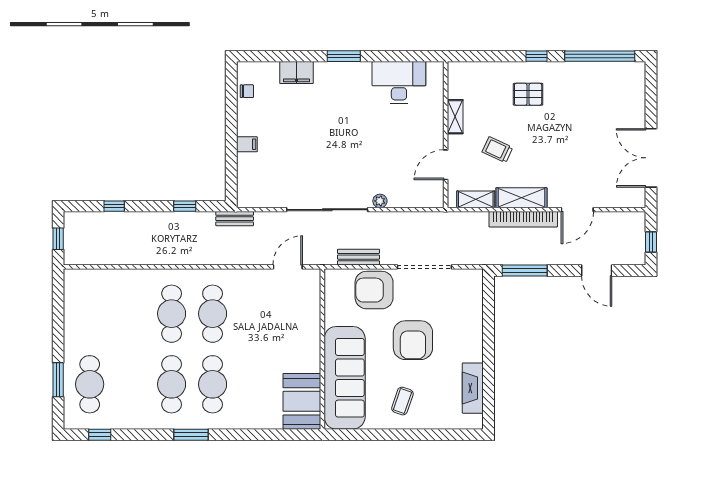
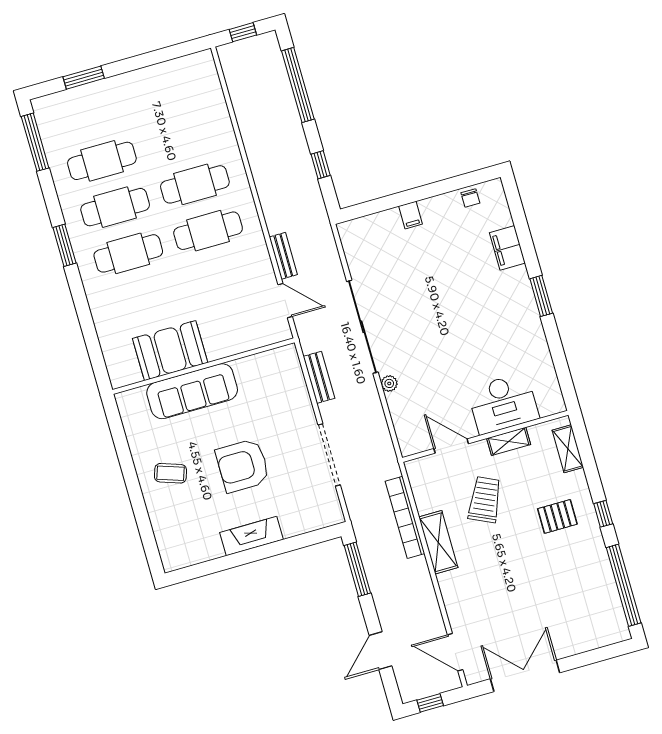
desk: (399, 82) -> (503, 403), moved, turned 90
pallet: (528, 94) -> (557, 516), turned 90
trolley: (497, 150) -> (485, 500), width x1.36, depth x1.39
shelving: (476, 199) -> (568, 449), moved
window: (114, 206) -> (298, 85), width x3.17
door: (577, 210) -> (455, 652), moved
bench: (235, 219) -> (283, 256), moved
bookcase: (523, 219) -> (405, 517), moved
armchair: (374, 290) -> (287, 406), removed
sofa: (345, 378) -> (192, 391), width x0.74, depth x0.79
cafe table: (90, 384) -> (102, 161), moved
fireplace: (473, 388) -> (251, 536), moved
booth: (302, 401) -> (170, 351), moved
window: (100, 435) -> (35, 142), width x2.17

